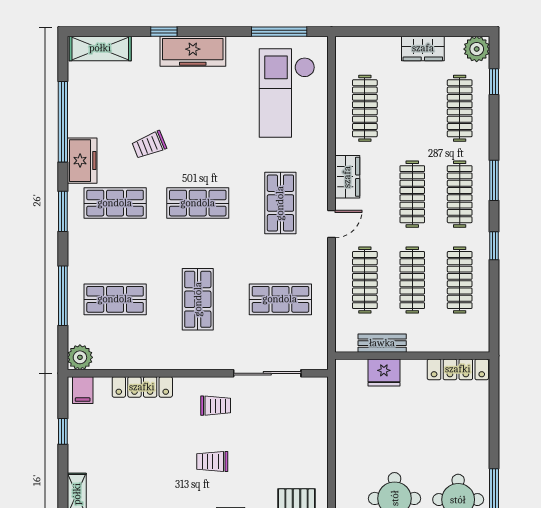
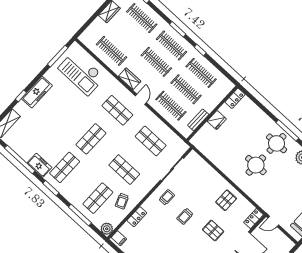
trolley: (149, 145) -> (122, 201), moved
shop shelf: (280, 299) -> (151, 141), turned 90
locker: (458, 369) -> (235, 98), width x0.66
fridge: (384, 373) -> (217, 120), moved
locker: (142, 387) -> (137, 217), width x0.66

